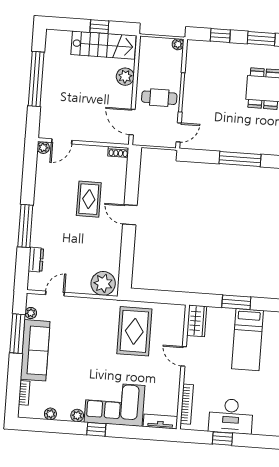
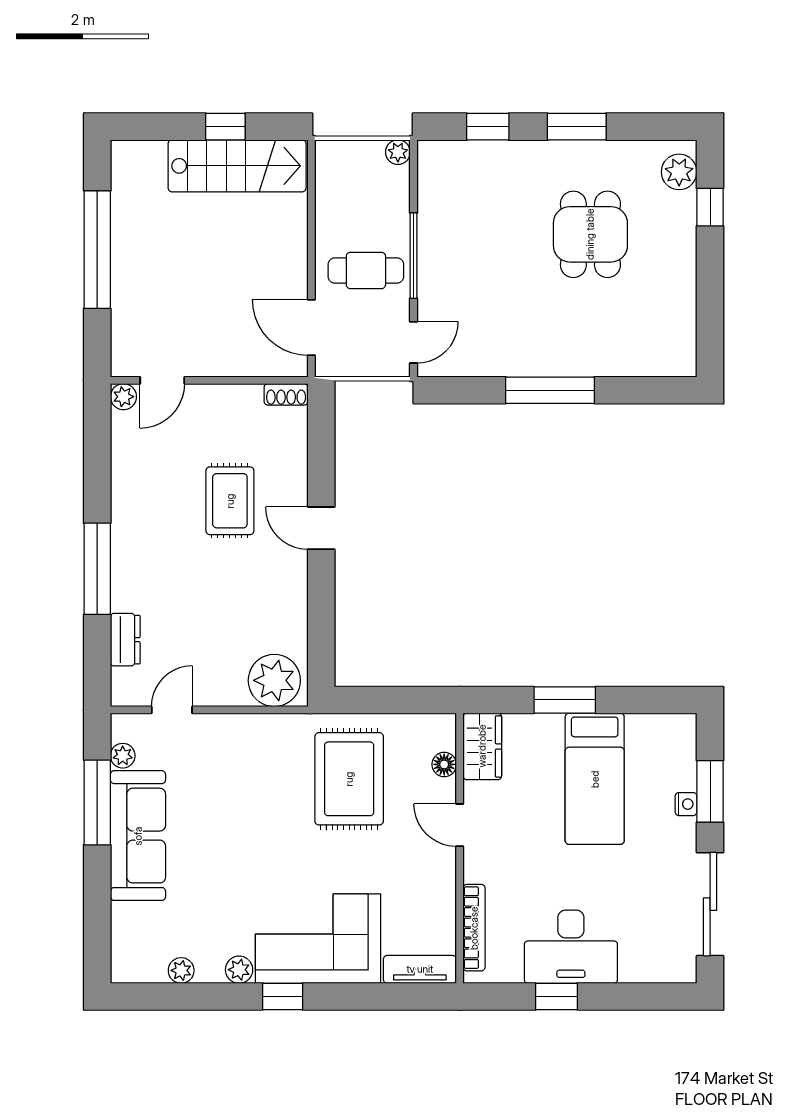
plant: (125, 77) -> (289, 230), removed
floor lamp: (179, 328) -> (444, 764), added
bookcase: (24, 393) -> (121, 929), removed

